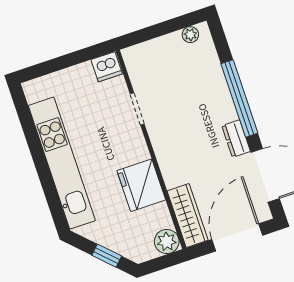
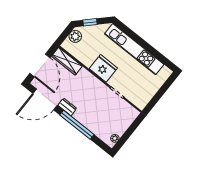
dishwasher: (107, 67) -> (141, 102), removed
fridge: (141, 185) -> (103, 68), moved
plant: (167, 241) -> (75, 36), moved

